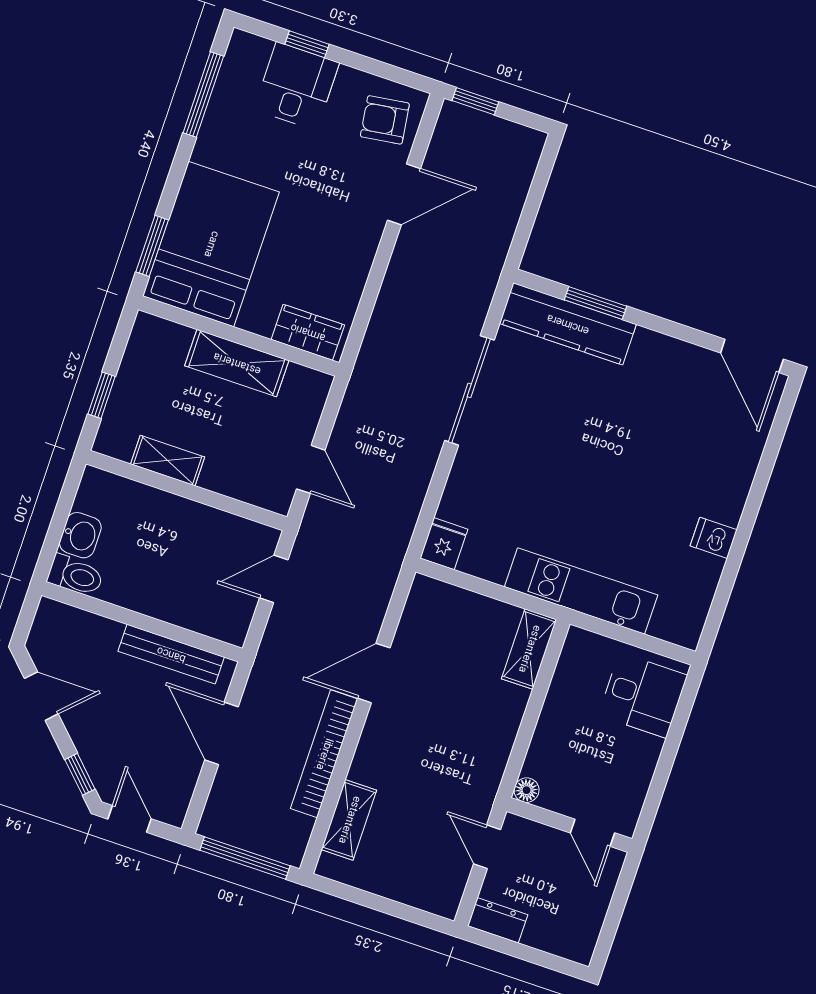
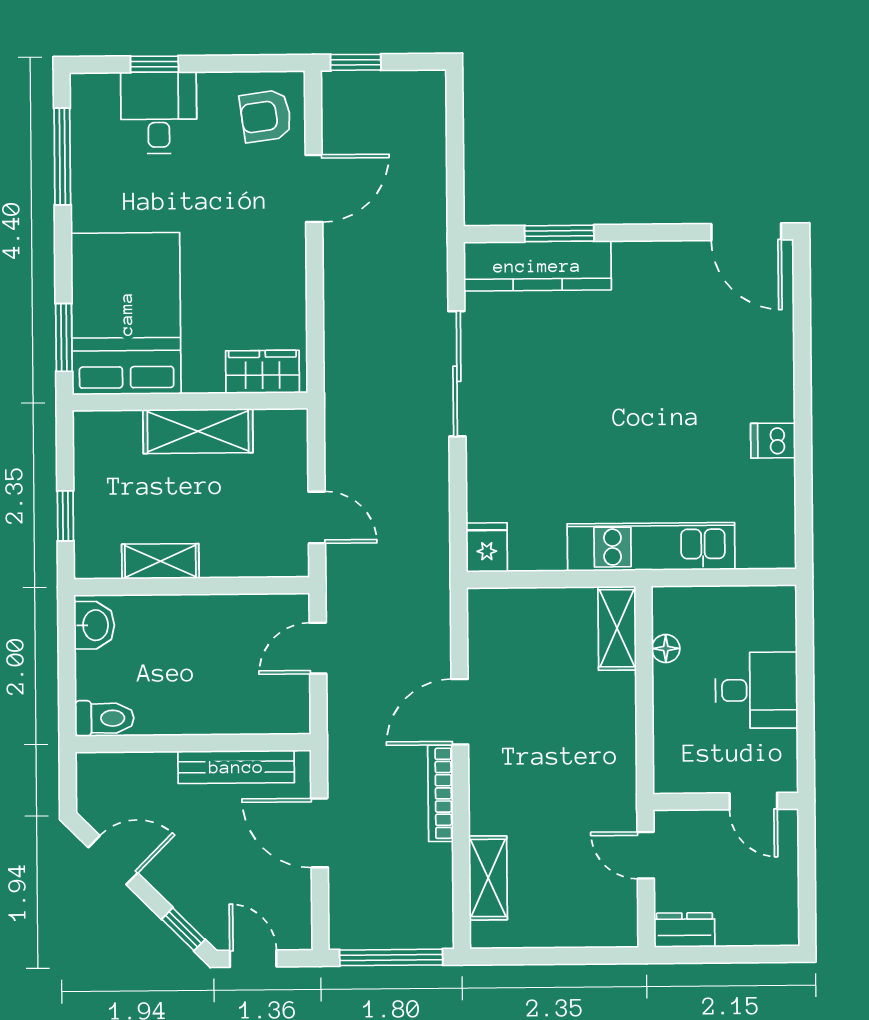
washbasin: (80, 535) -> (94, 625), moved
desk: (643, 695) -> (756, 690), moved
bookcase: (324, 754) -> (440, 793), width x0.68, depth x0.76
floor lamp: (527, 790) -> (666, 649), moved

